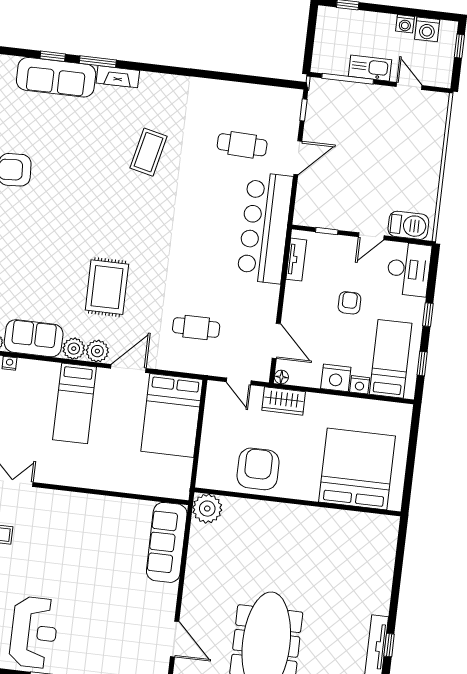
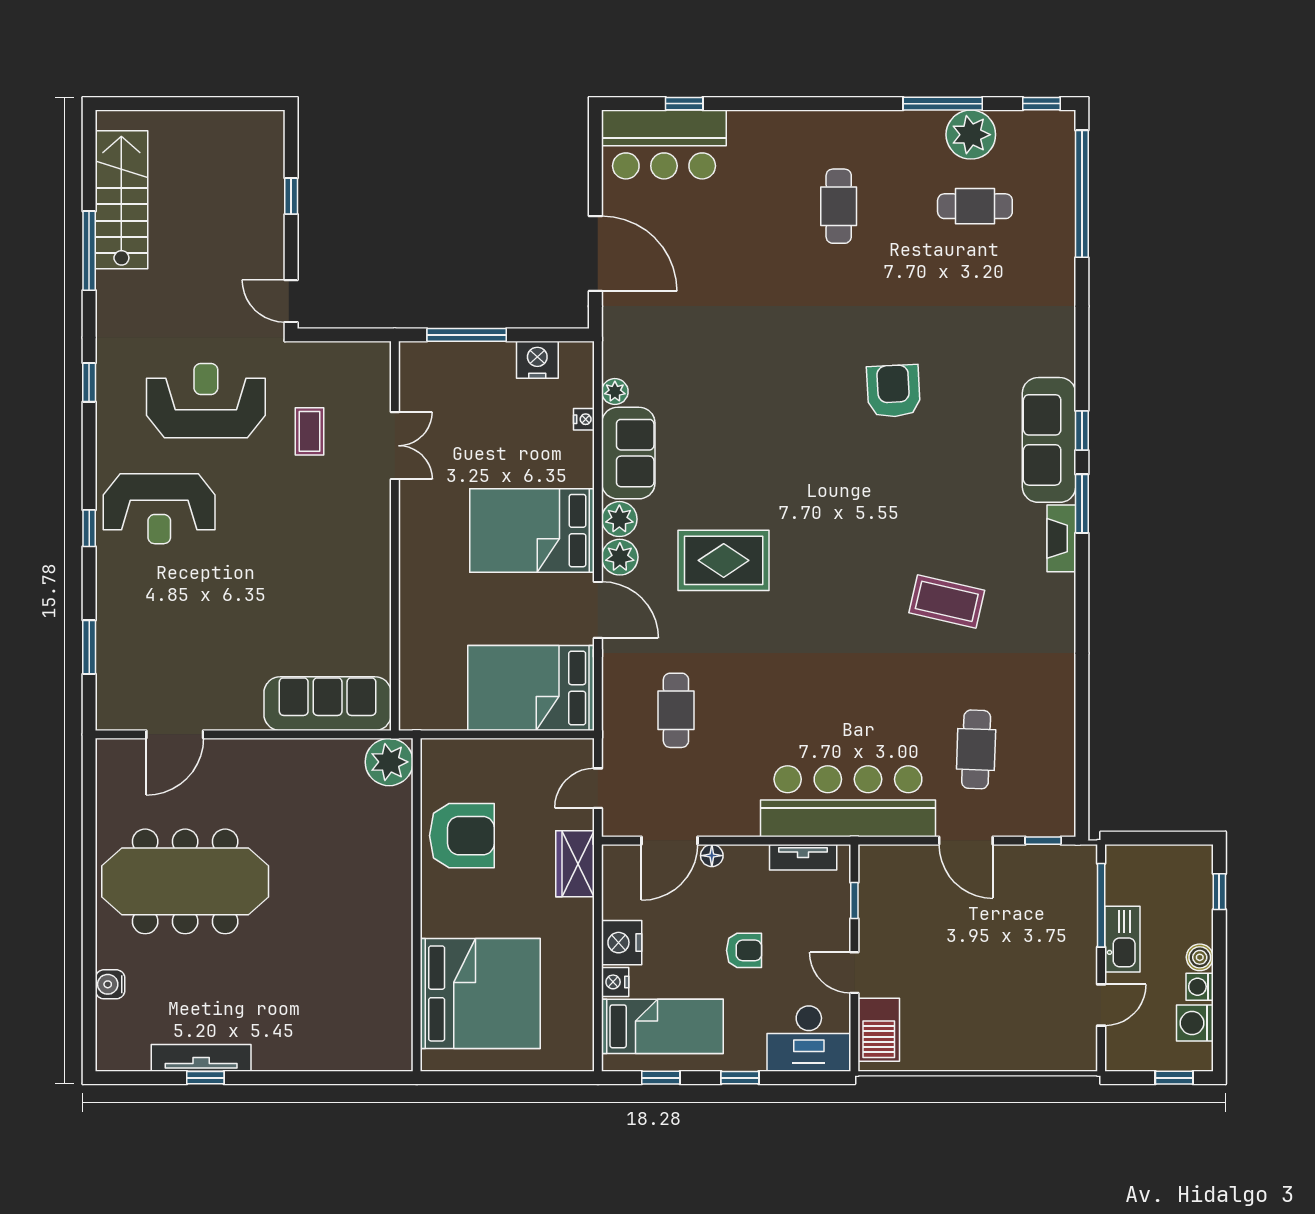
boiler: (387, 22) -> (1200, 957), added
floor lamp: (281, 377) -> (712, 856), moved
bed: (75, 403) -> (532, 531), width x1.50

